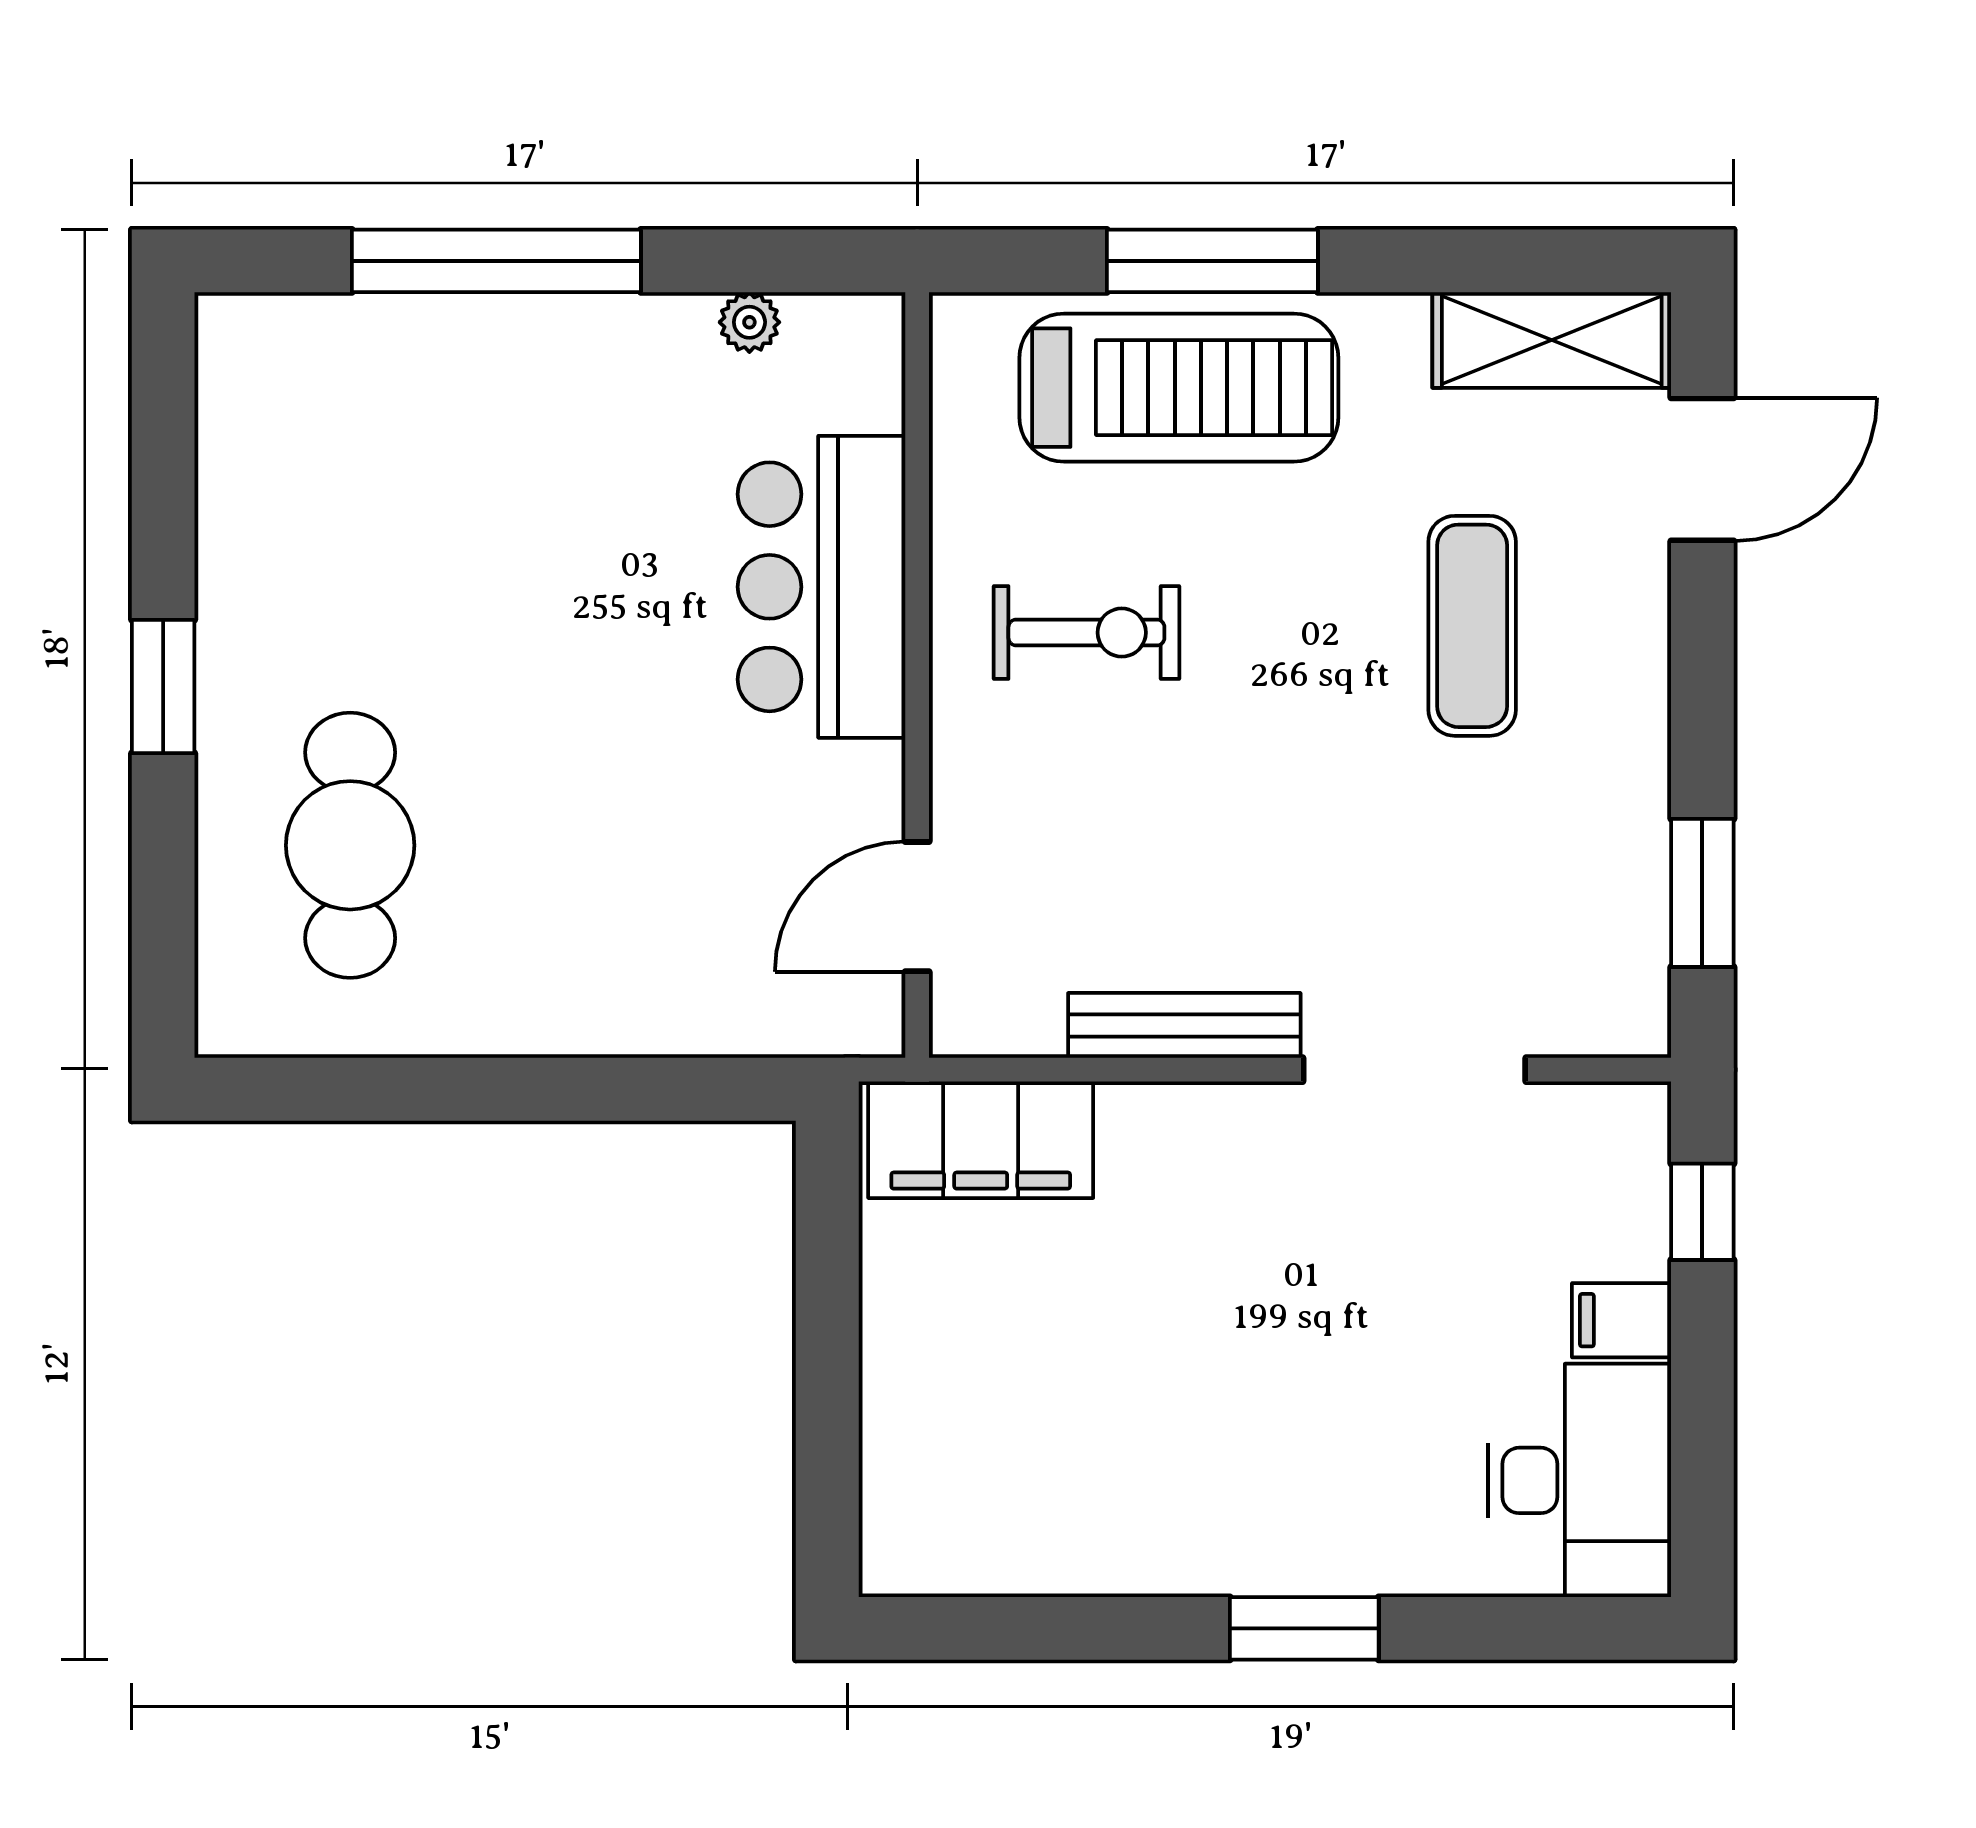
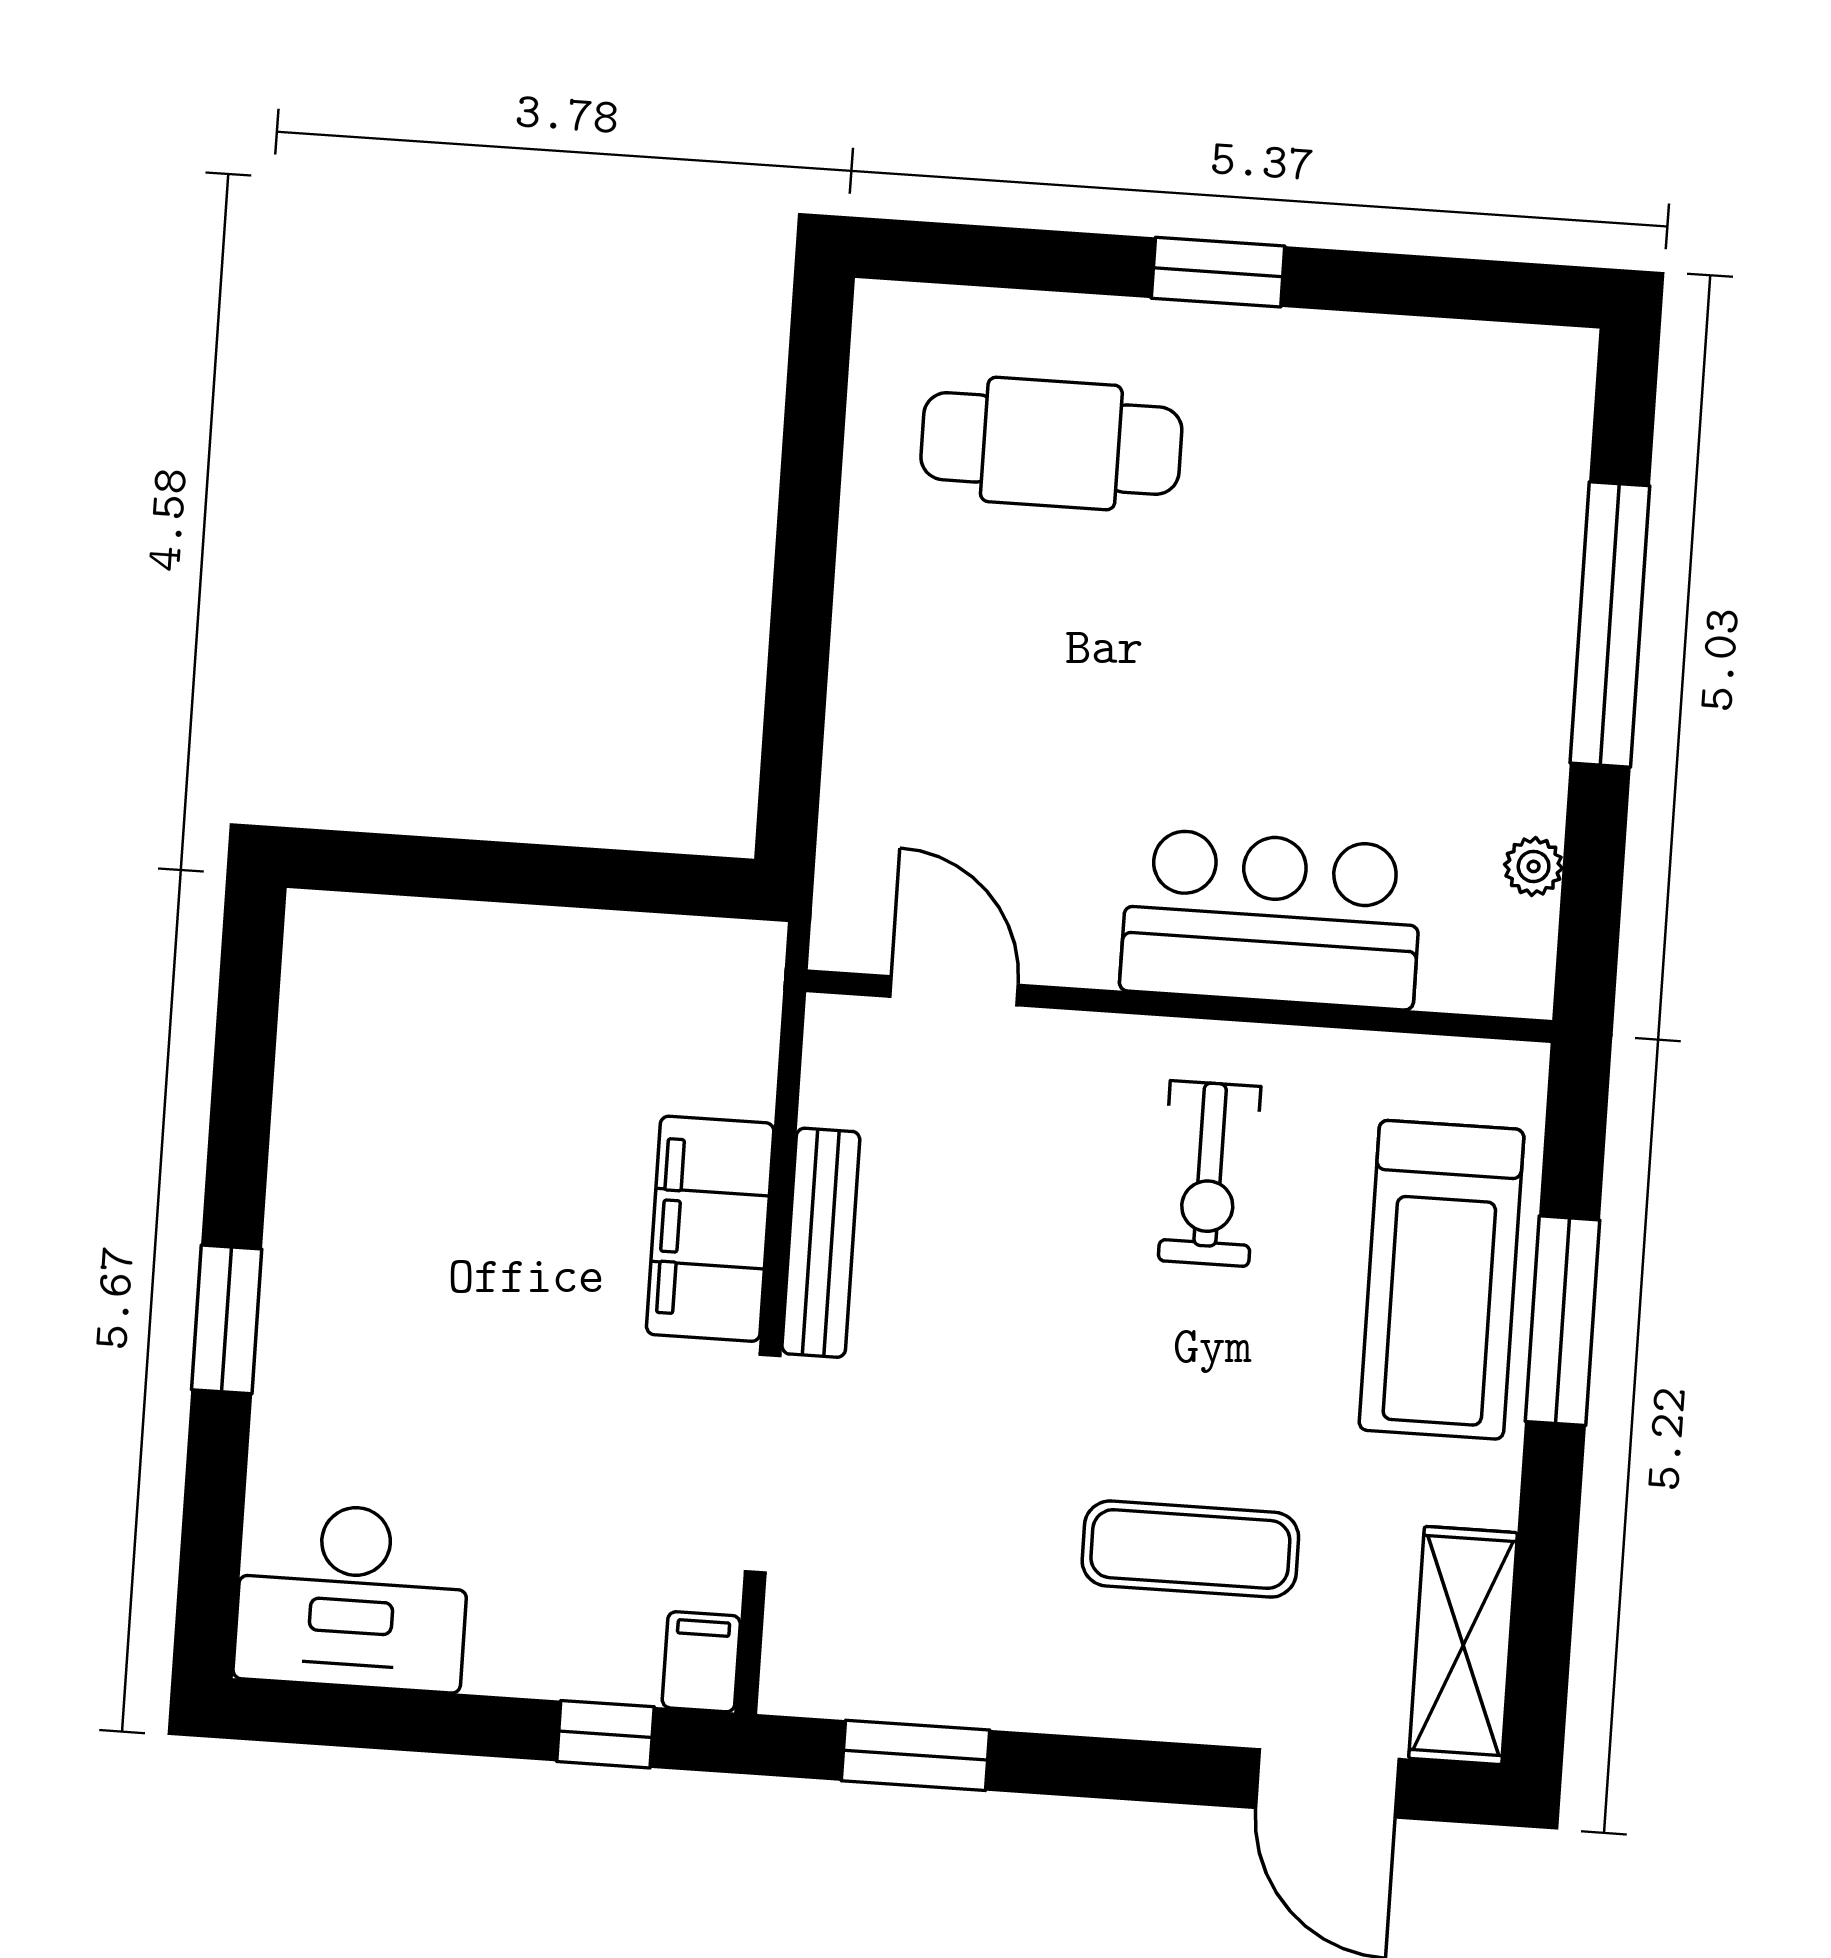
filing cabinet: (981, 1140) -> (710, 1229), moved
filing cabinet: (1622, 1320) -> (701, 1662), moved

